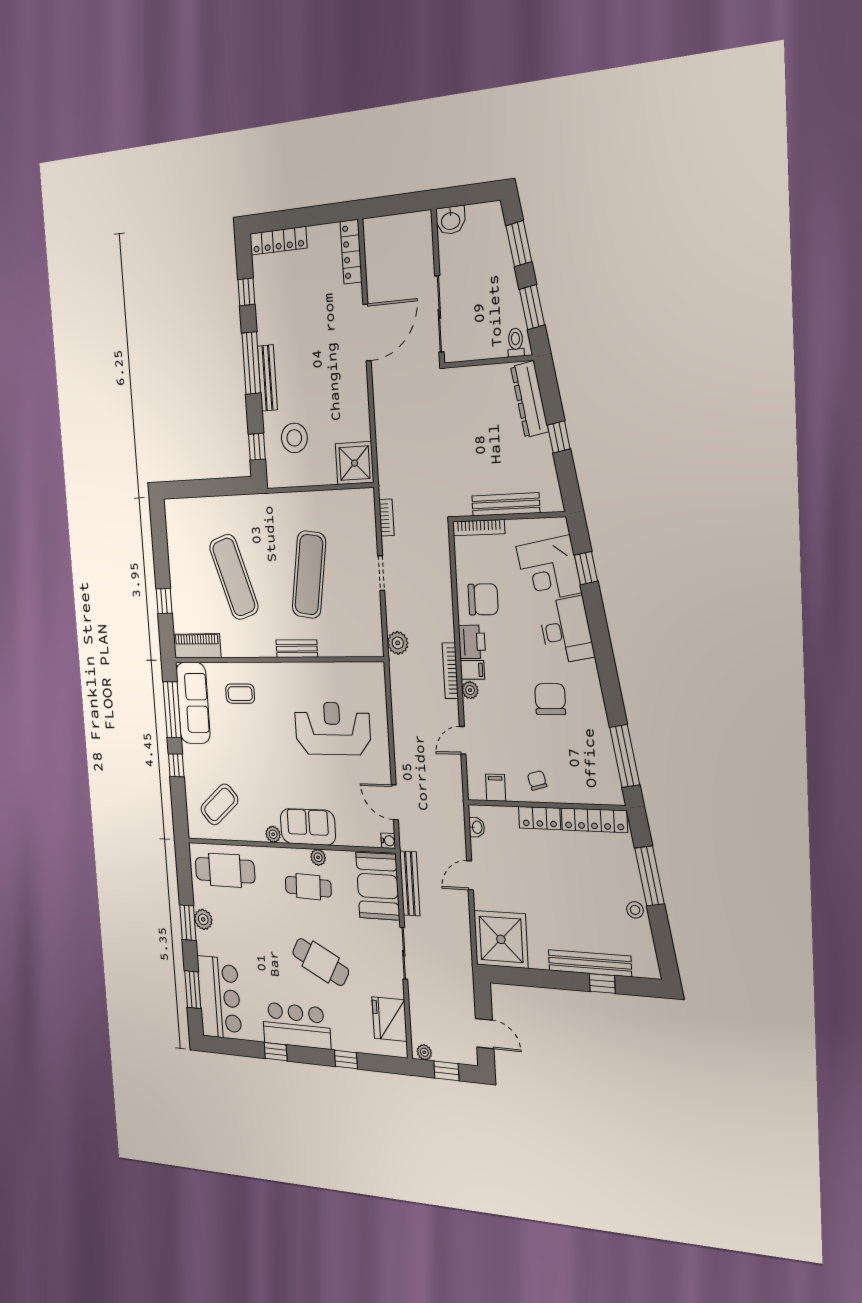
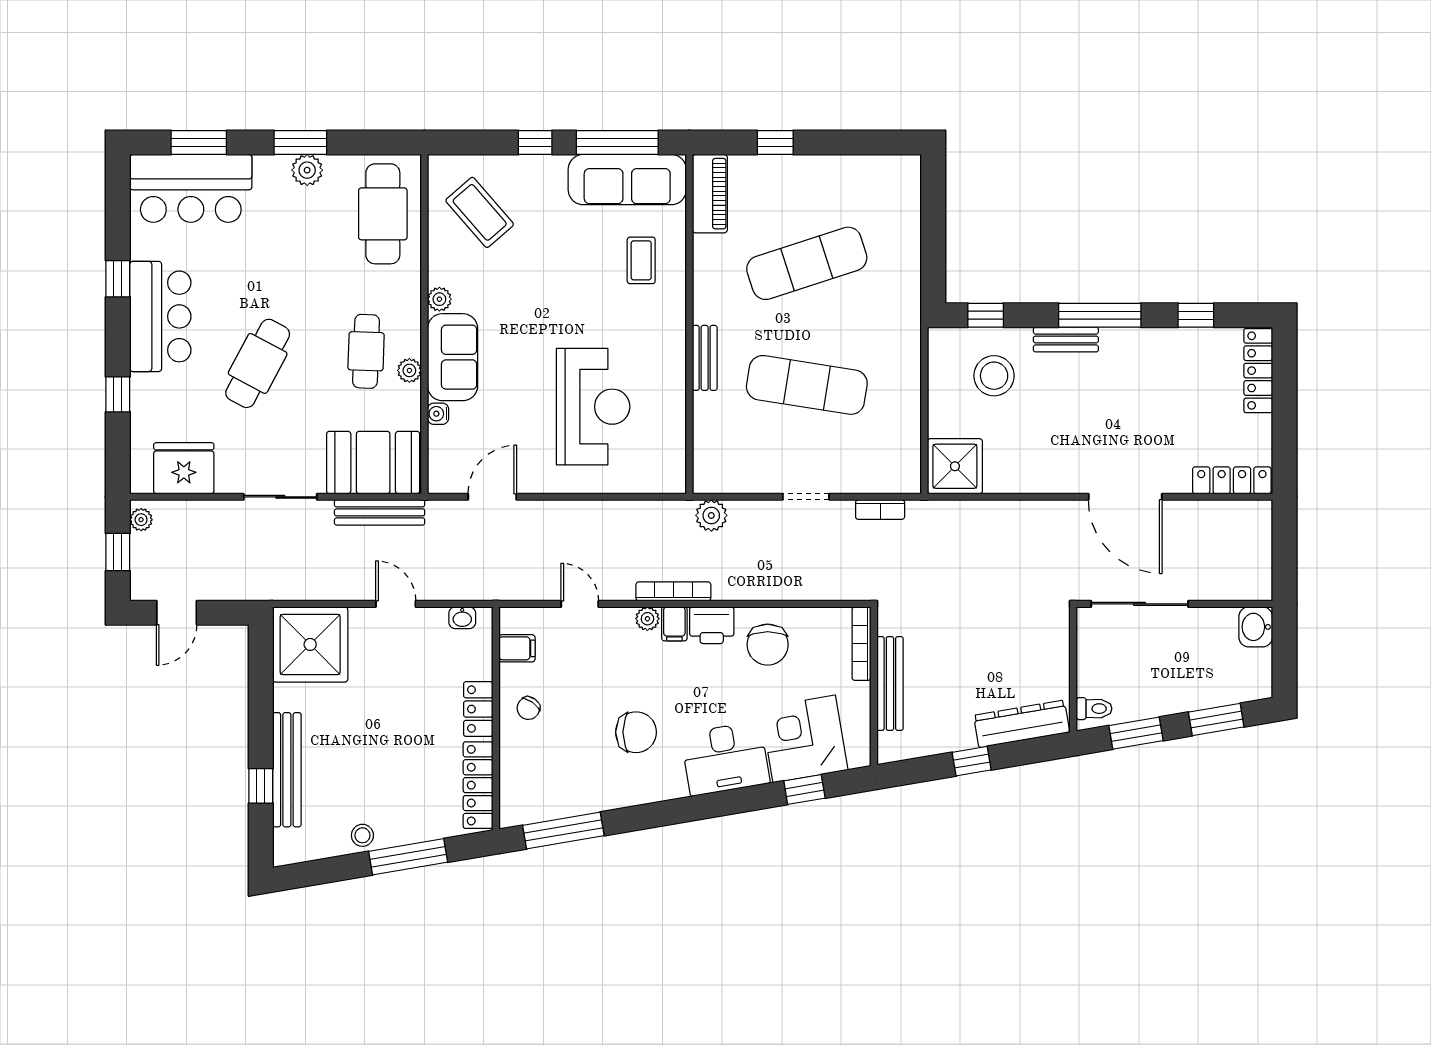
bench: (267, 378) -> (1066, 339), width x0.73
chair: (537, 780) -> (528, 708), turned 140
water cooler: (388, 841) -> (438, 414), moved, turned 90

